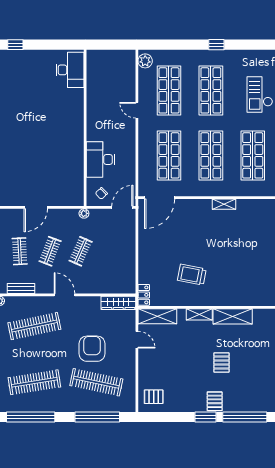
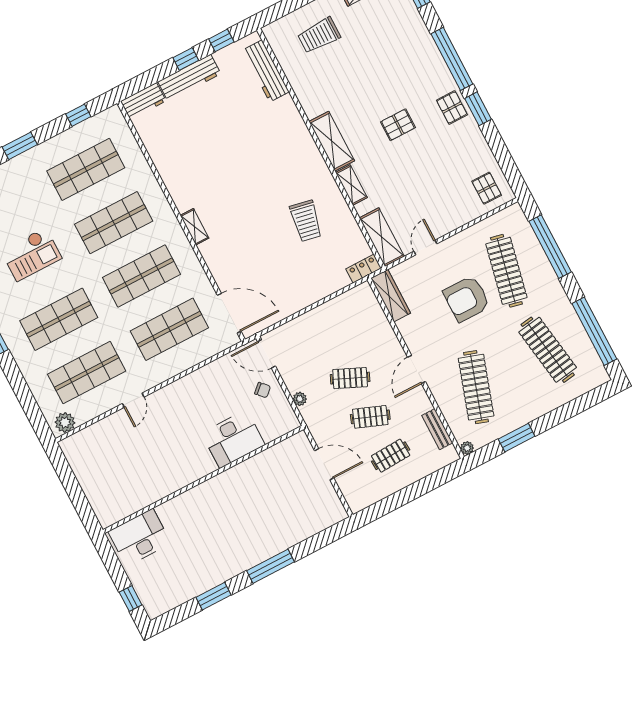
desk: (70, 70) -> (140, 537), moved
wall: (85, 128) -> (203, 480), moved
desk: (100, 159) -> (233, 439), moved
clothes rail: (34, 326) -> (476, 387), turned 30
pallet: (215, 401) -> (452, 107), turned 90

